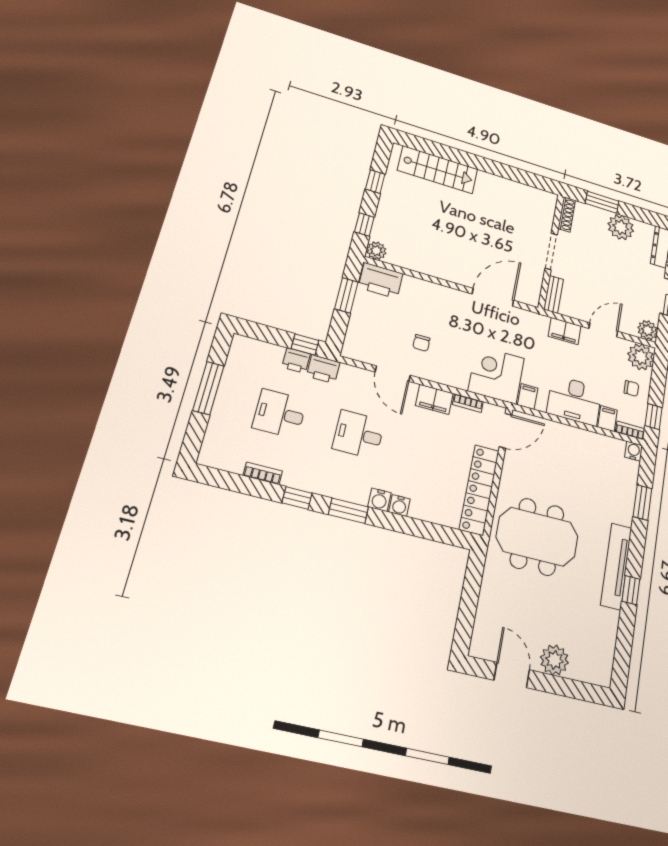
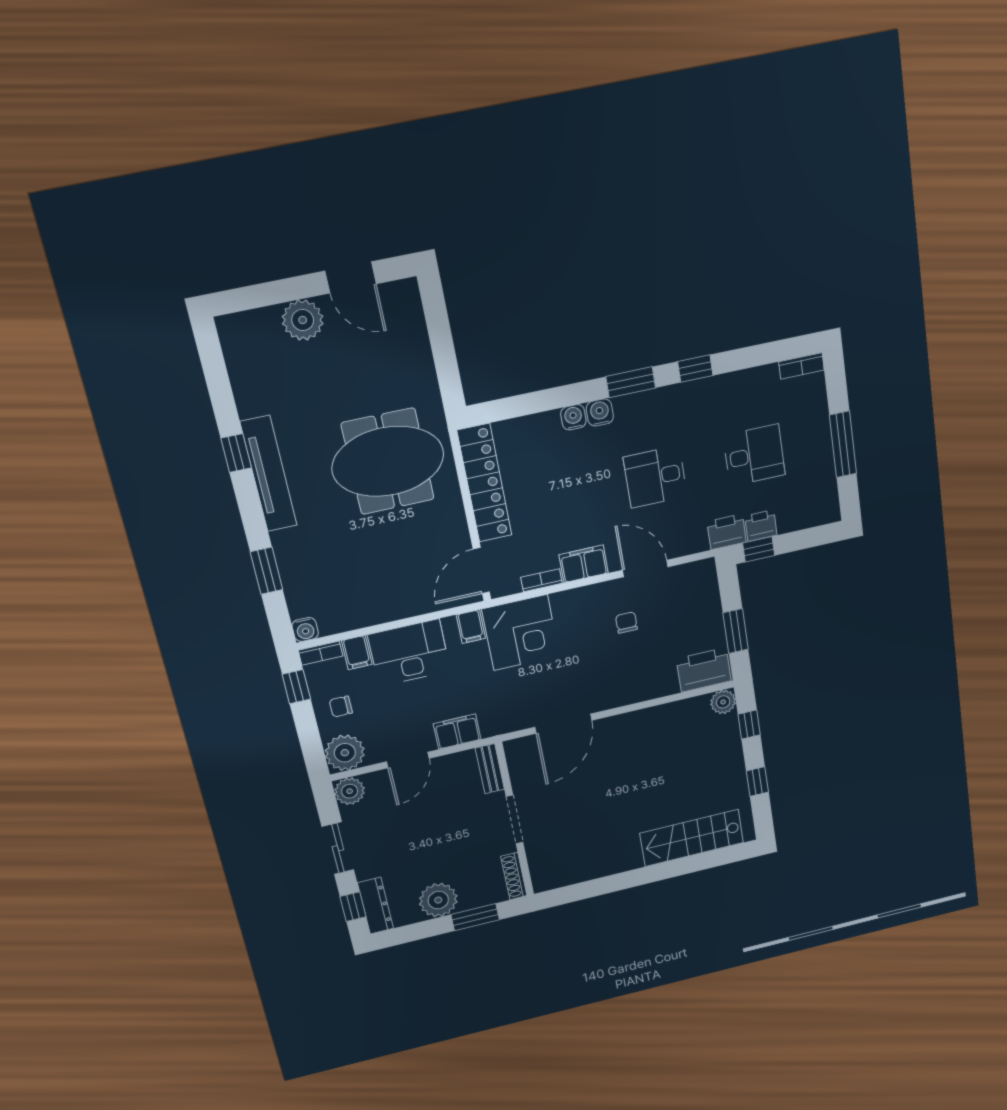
desk: (359, 434) -> (655, 477), turned 180
bookcase: (263, 473) -> (802, 366), moved

